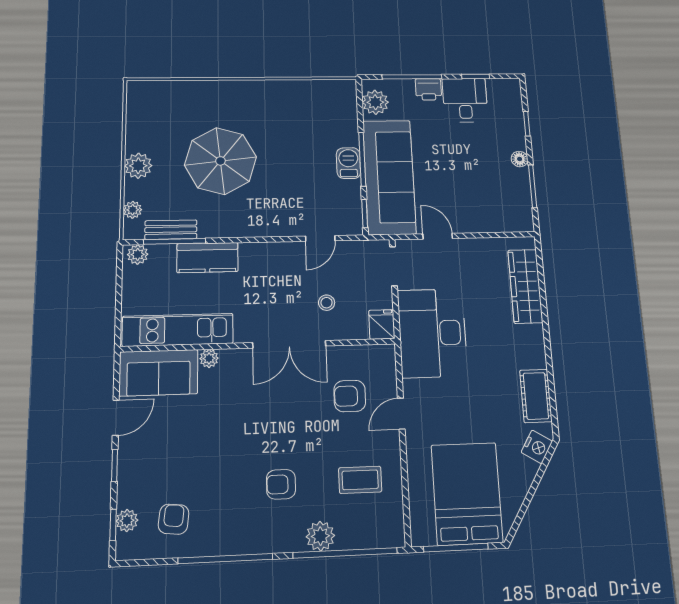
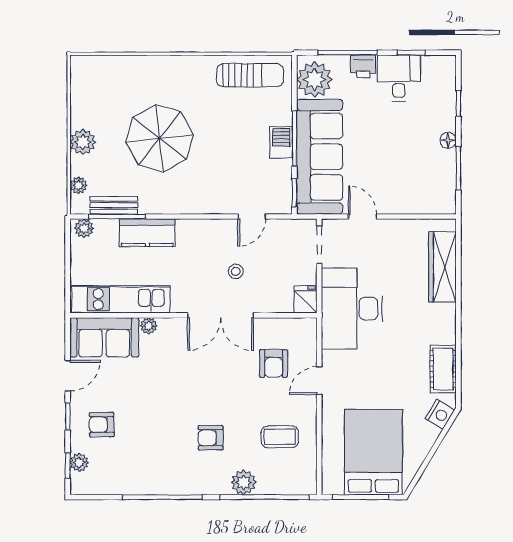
sun lounger: (314, 99) -> (250, 75), added
plant: (375, 102) -> (315, 80), width x1.36, depth x1.36
stool: (327, 303) -> (236, 271), moved
armchair: (350, 396) -> (274, 364), turned -90
armchair: (174, 519) -> (102, 425), moved, turned -97

